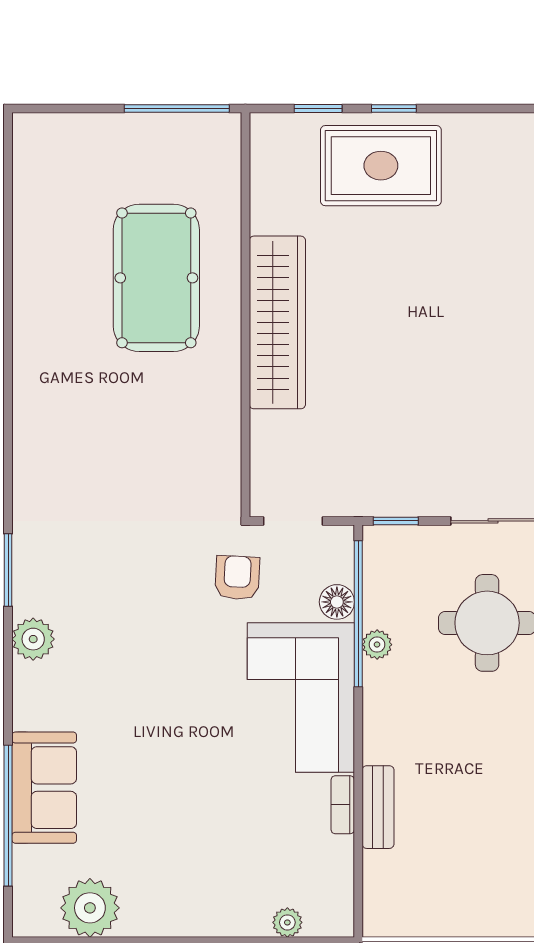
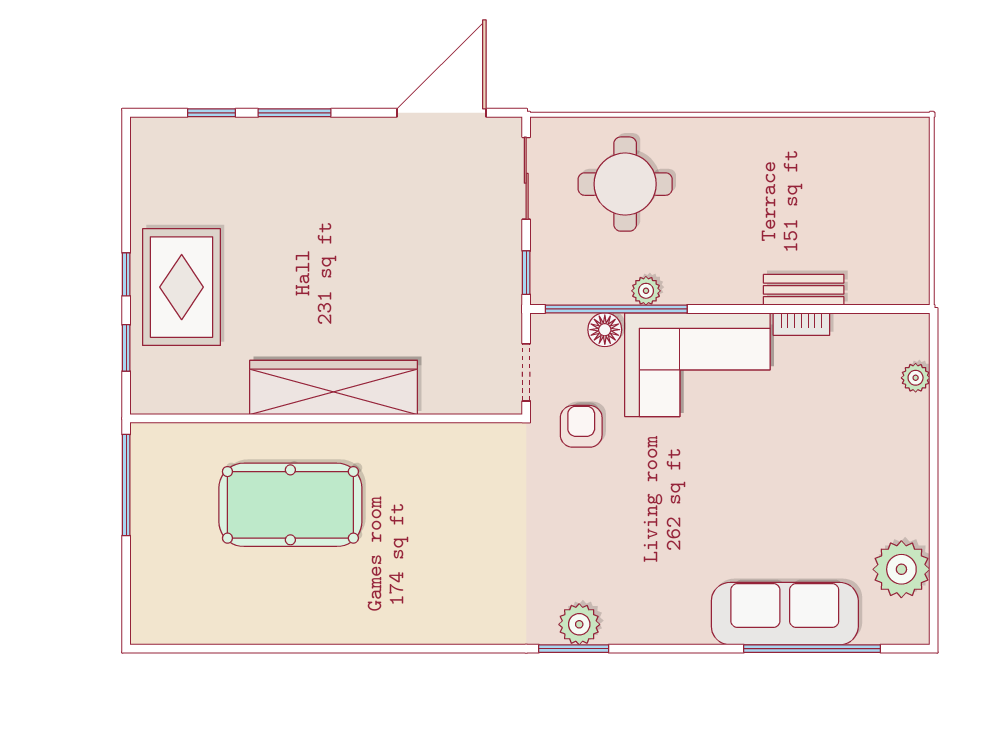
armchair: (237, 578) -> (581, 426), turned 87
plant: (33, 639) -> (579, 624), moved
sofa: (44, 788) -> (785, 614), width x1.36

